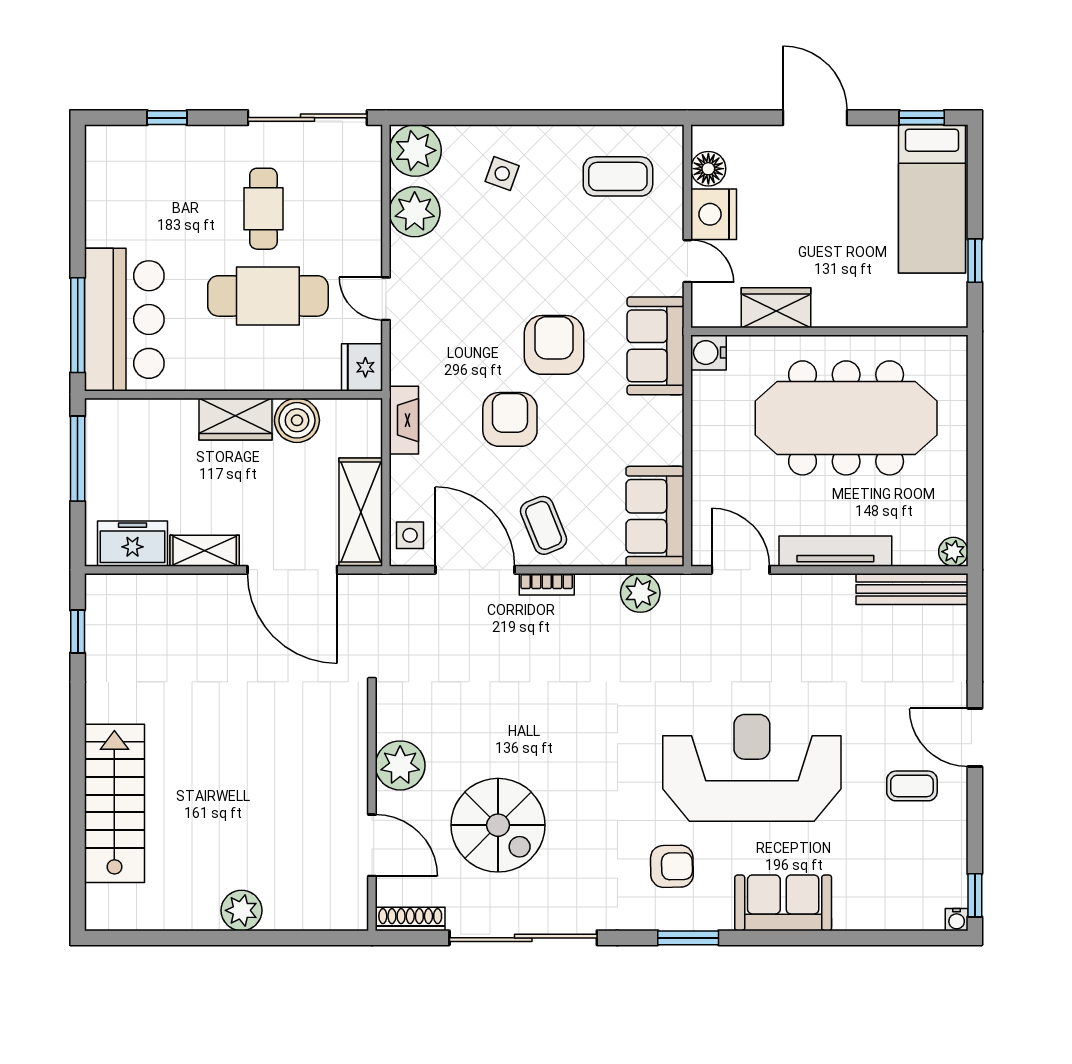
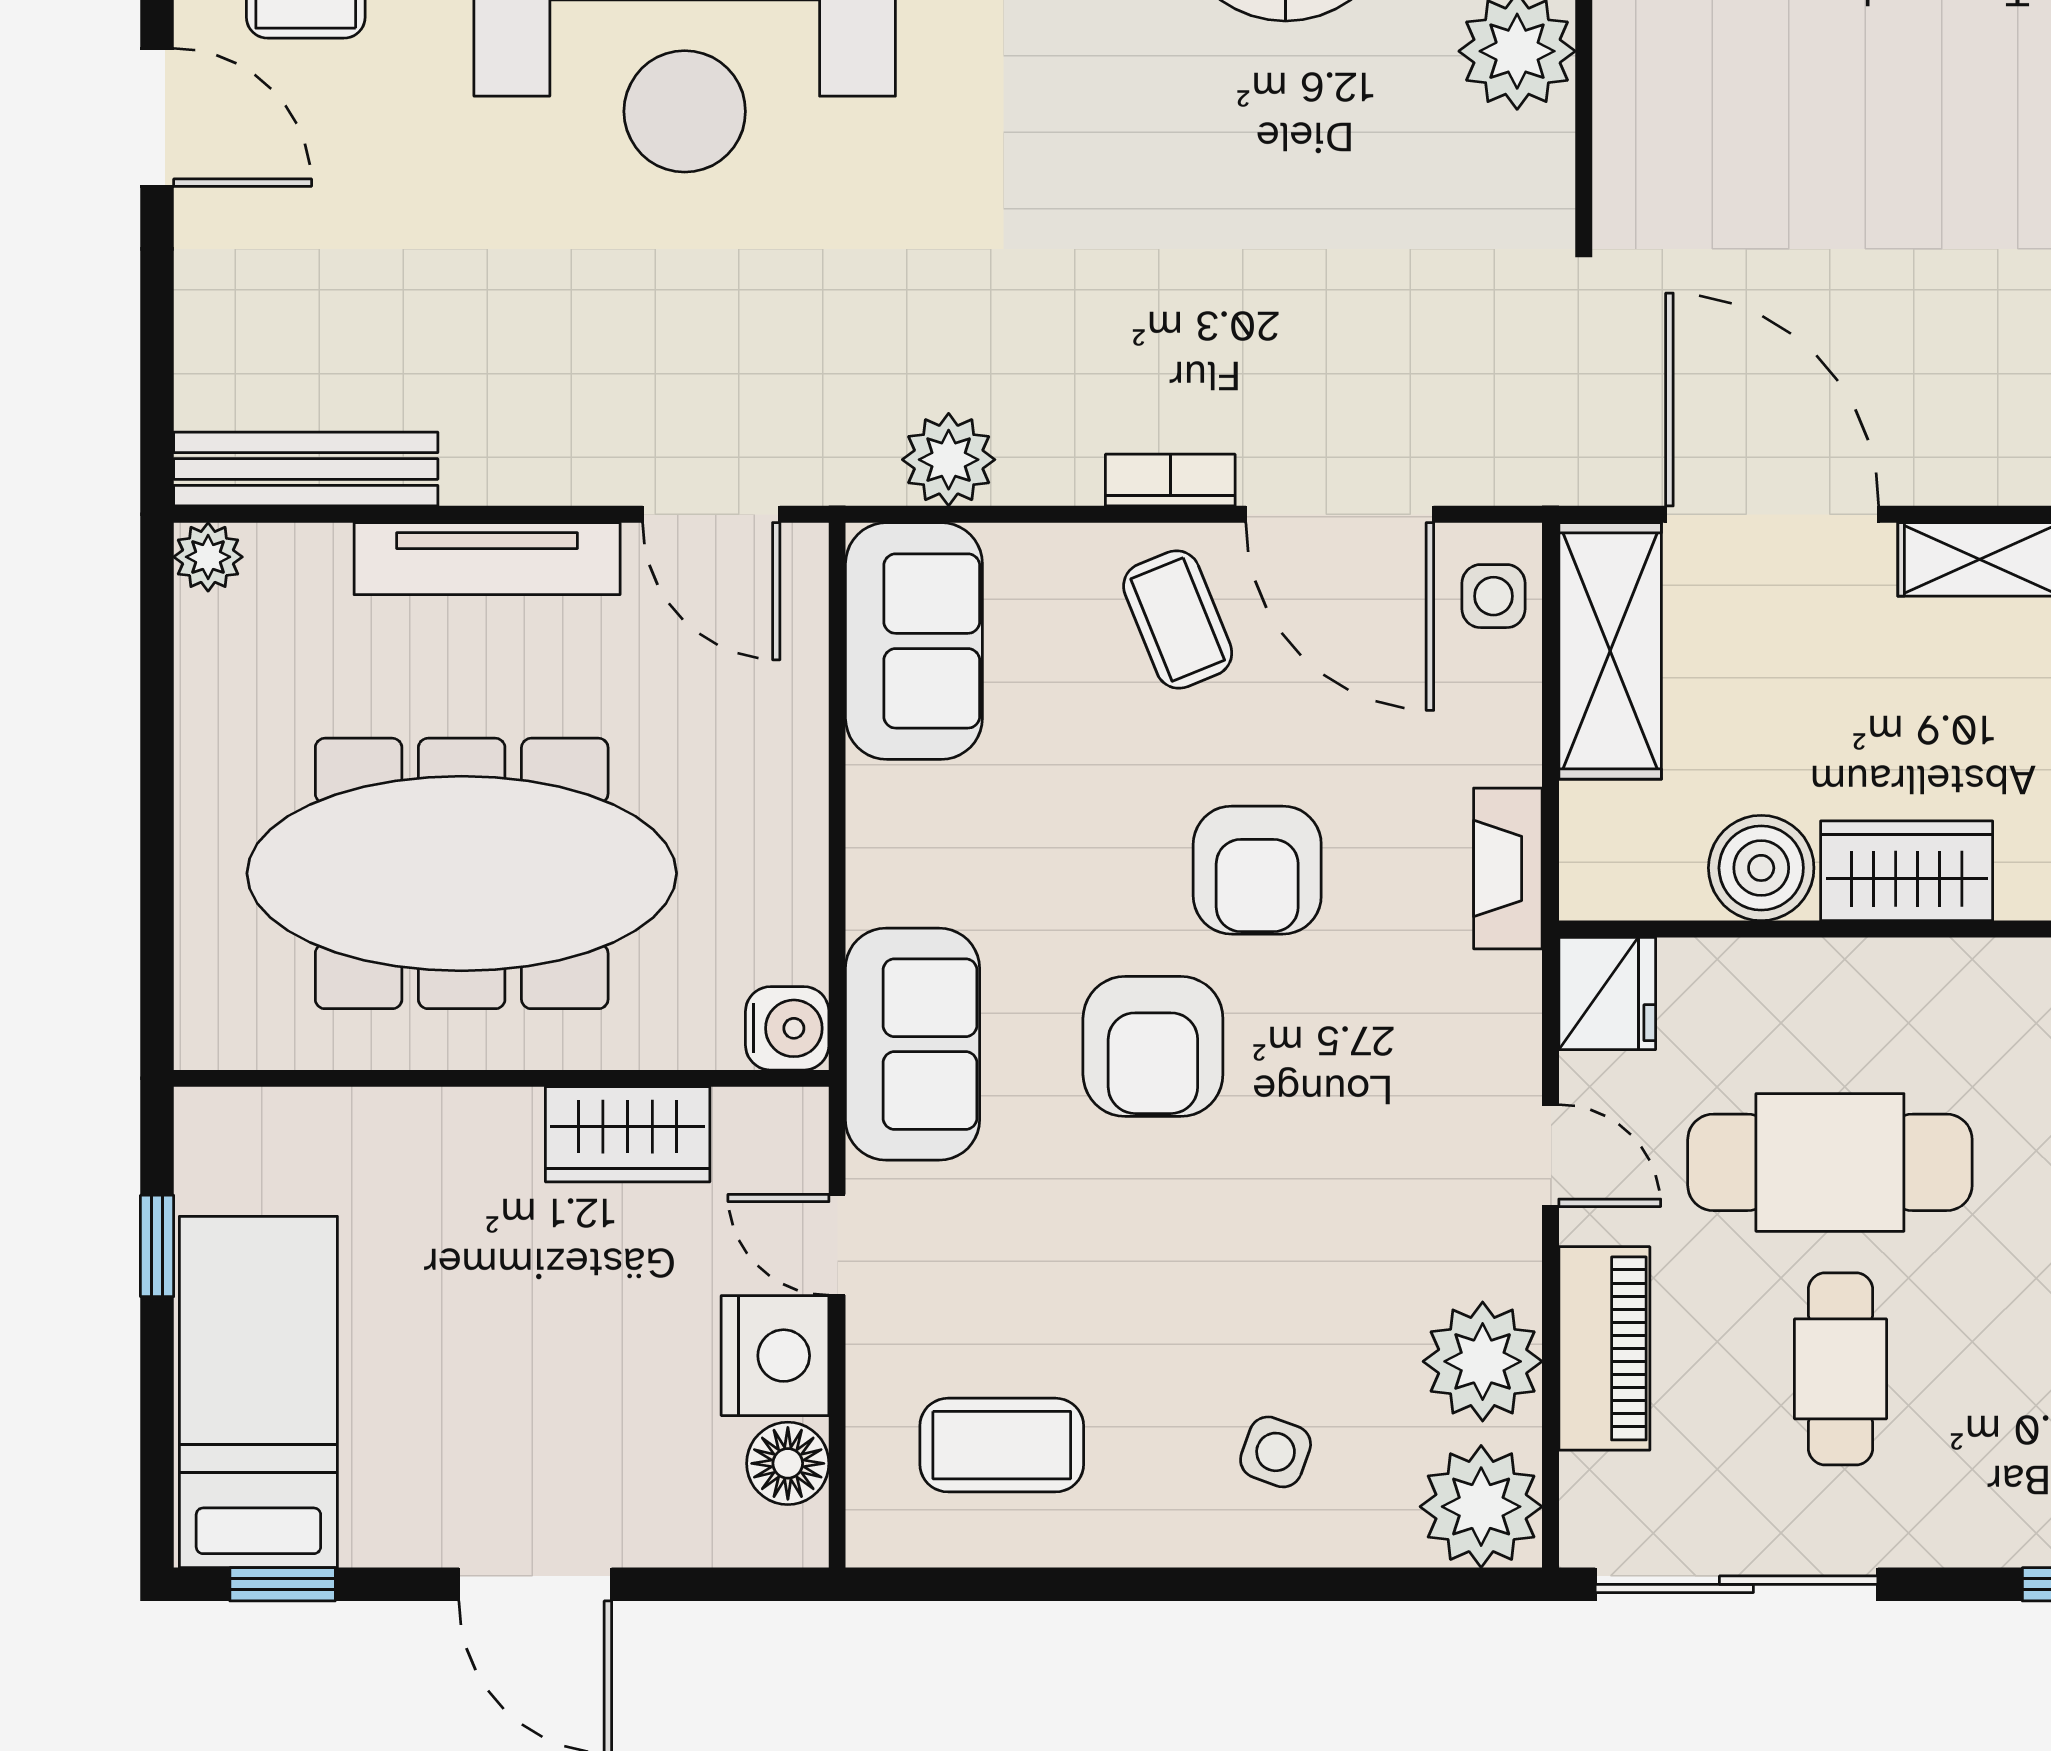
piano: (363, 217) -> (1604, 1348), added

